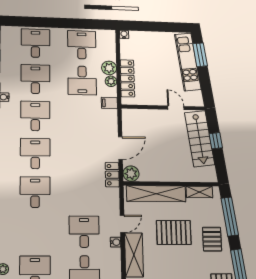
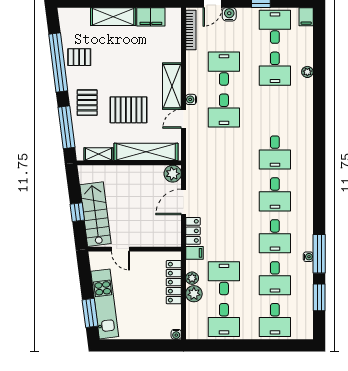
locker: (112, 175) -> (193, 231), moved

